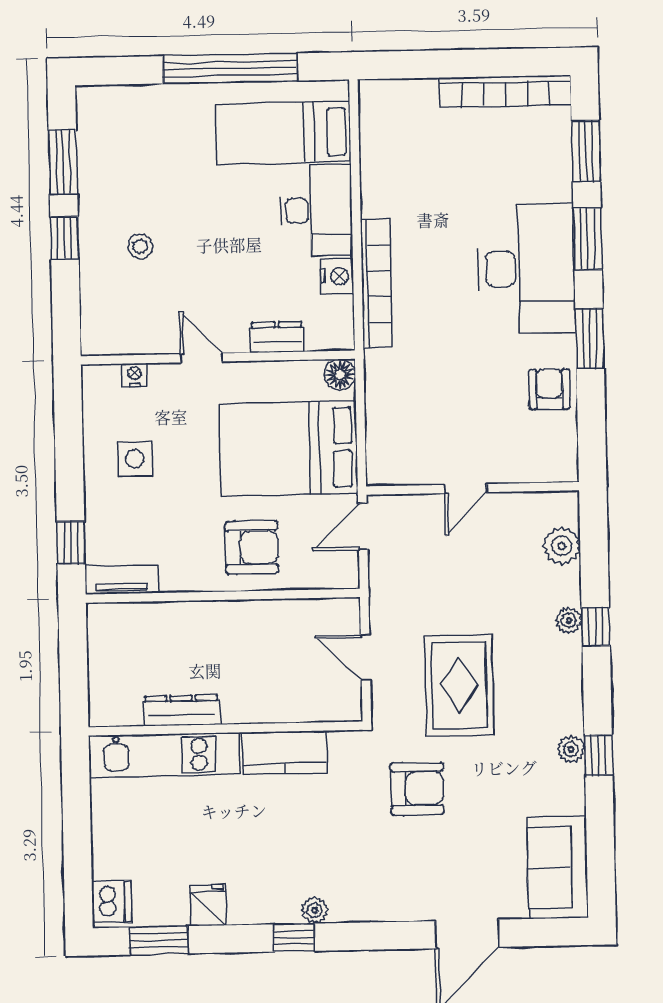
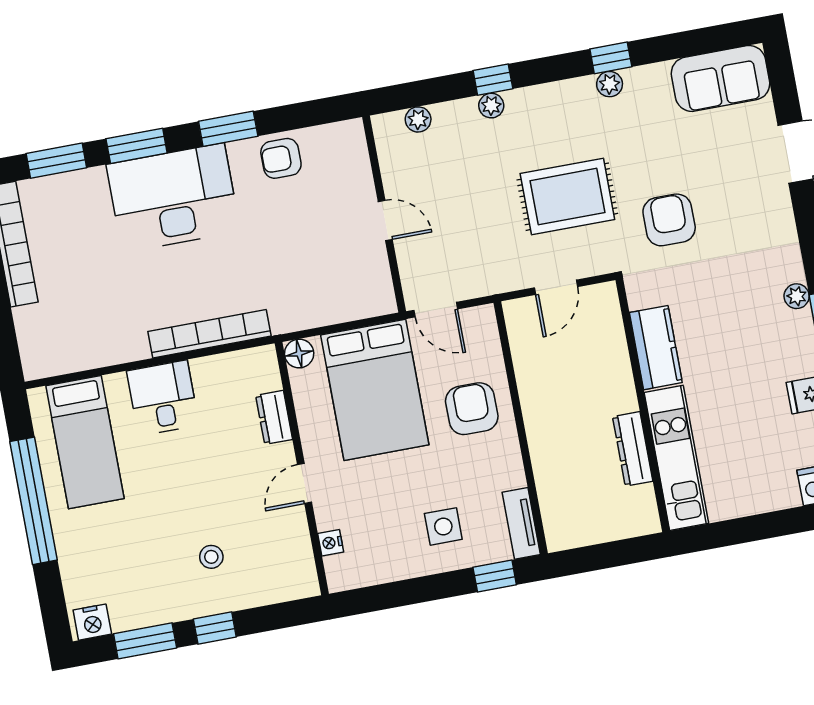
desk: (316, 210) -> (163, 398), width x0.73
nightstand: (337, 276) -> (92, 622), moved, turned 180
side table: (135, 459) -> (443, 526), moved
plant: (562, 546) -> (418, 119), width x0.73, depth x0.73

